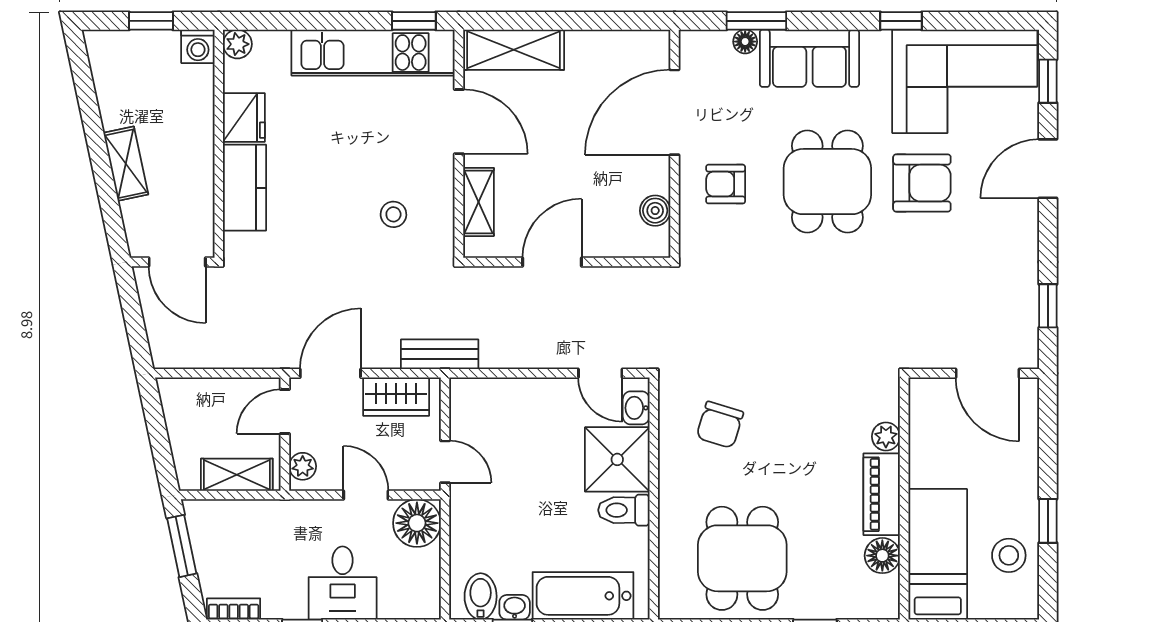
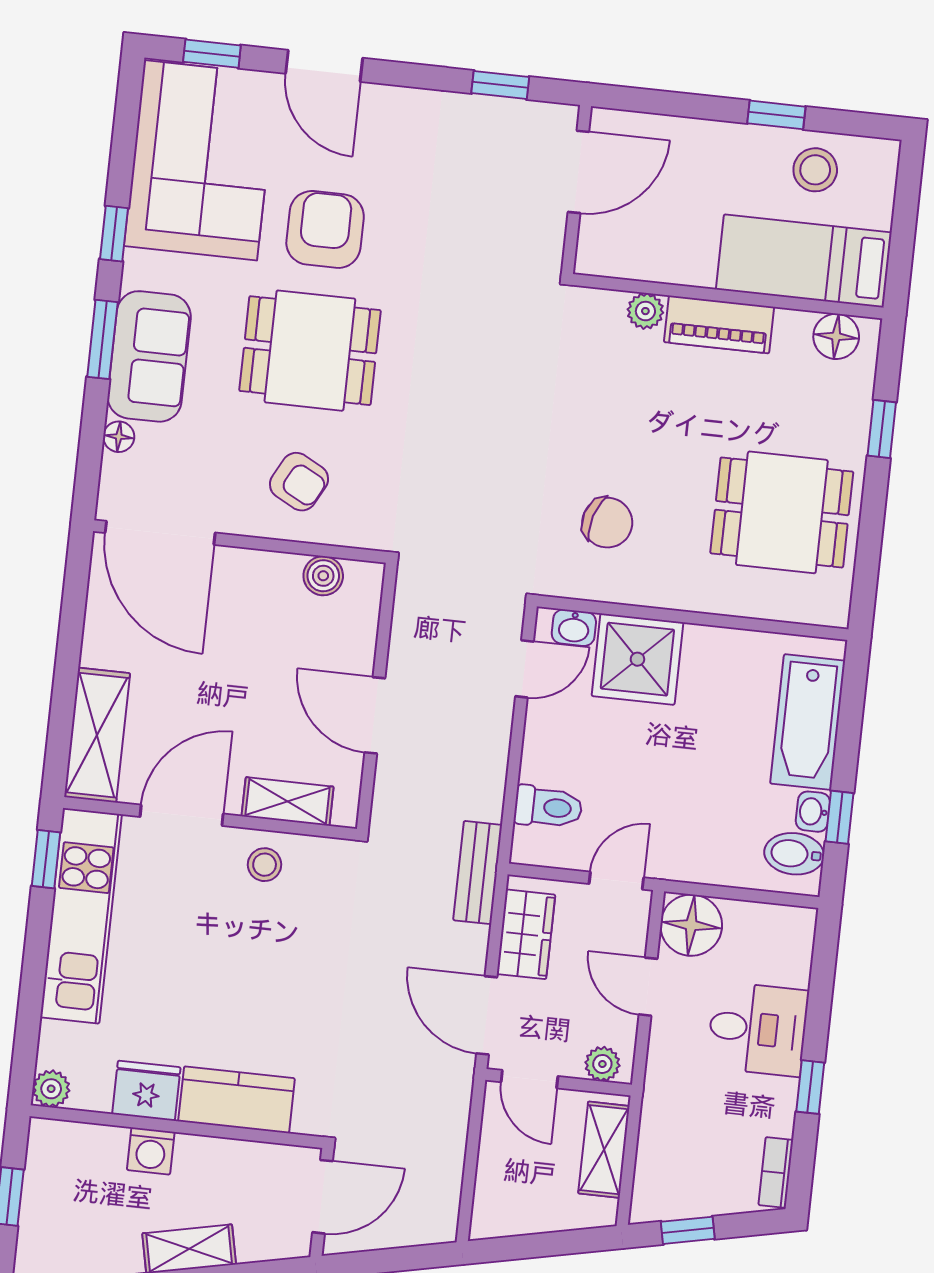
window: (756, 21) -> (102, 339), moved
washing machine: (198, 46) -> (151, 1151), moved, turned 90
door: (675, 112) -> (160, 533), moved
armchair: (726, 184) -> (299, 482), turned -62
stool: (393, 214) -> (265, 865), moved
door: (366, 495) -> (648, 987), hinge flipped
toilet: (624, 510) -> (548, 807), moved, turned -90
window: (182, 546) -> (688, 1230), width x0.67
floor lamp: (882, 556) -> (836, 336), moved

